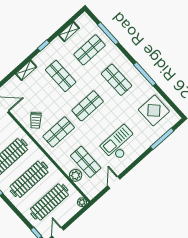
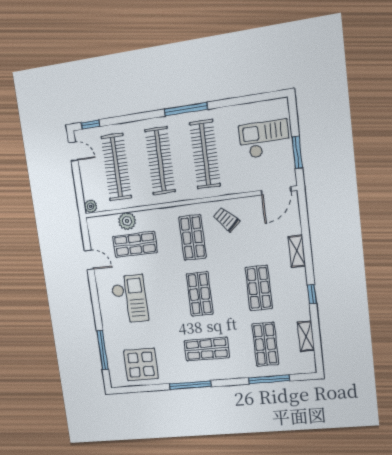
shop shelf: (61, 76) -> (259, 288), turned 90

